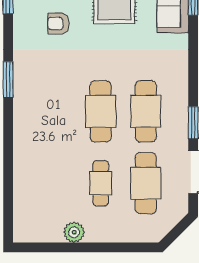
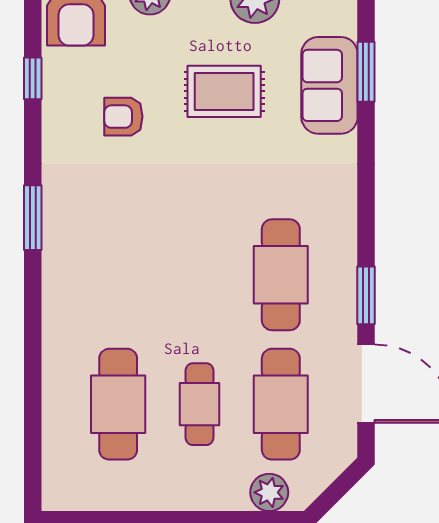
cafe table: (101, 111) -> (118, 404), moved
plant: (74, 232) -> (269, 492), moved

